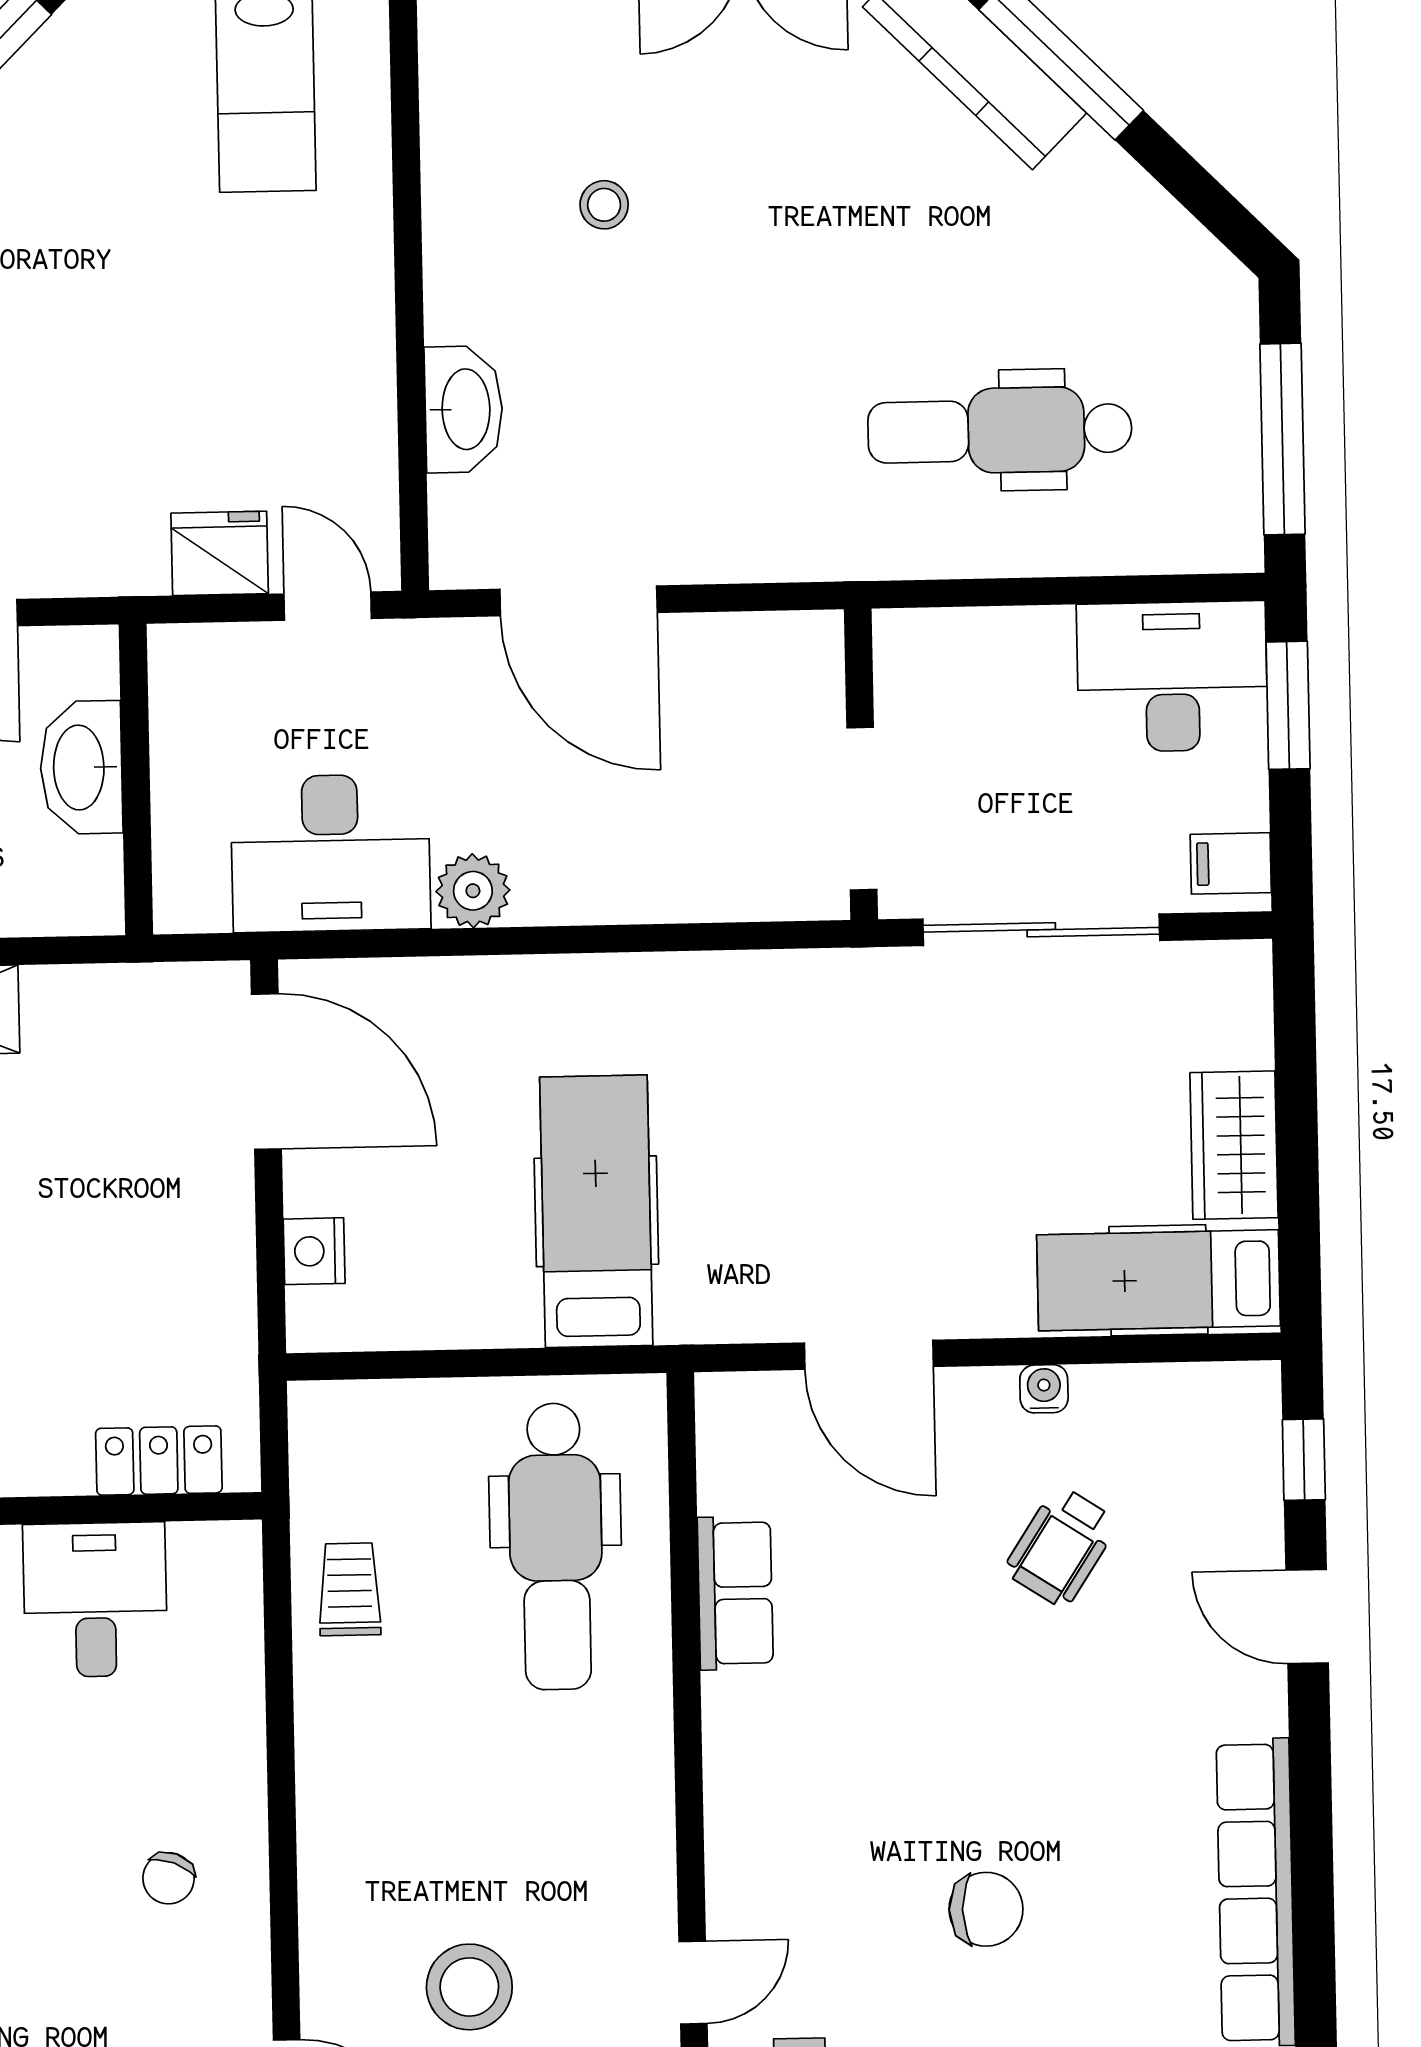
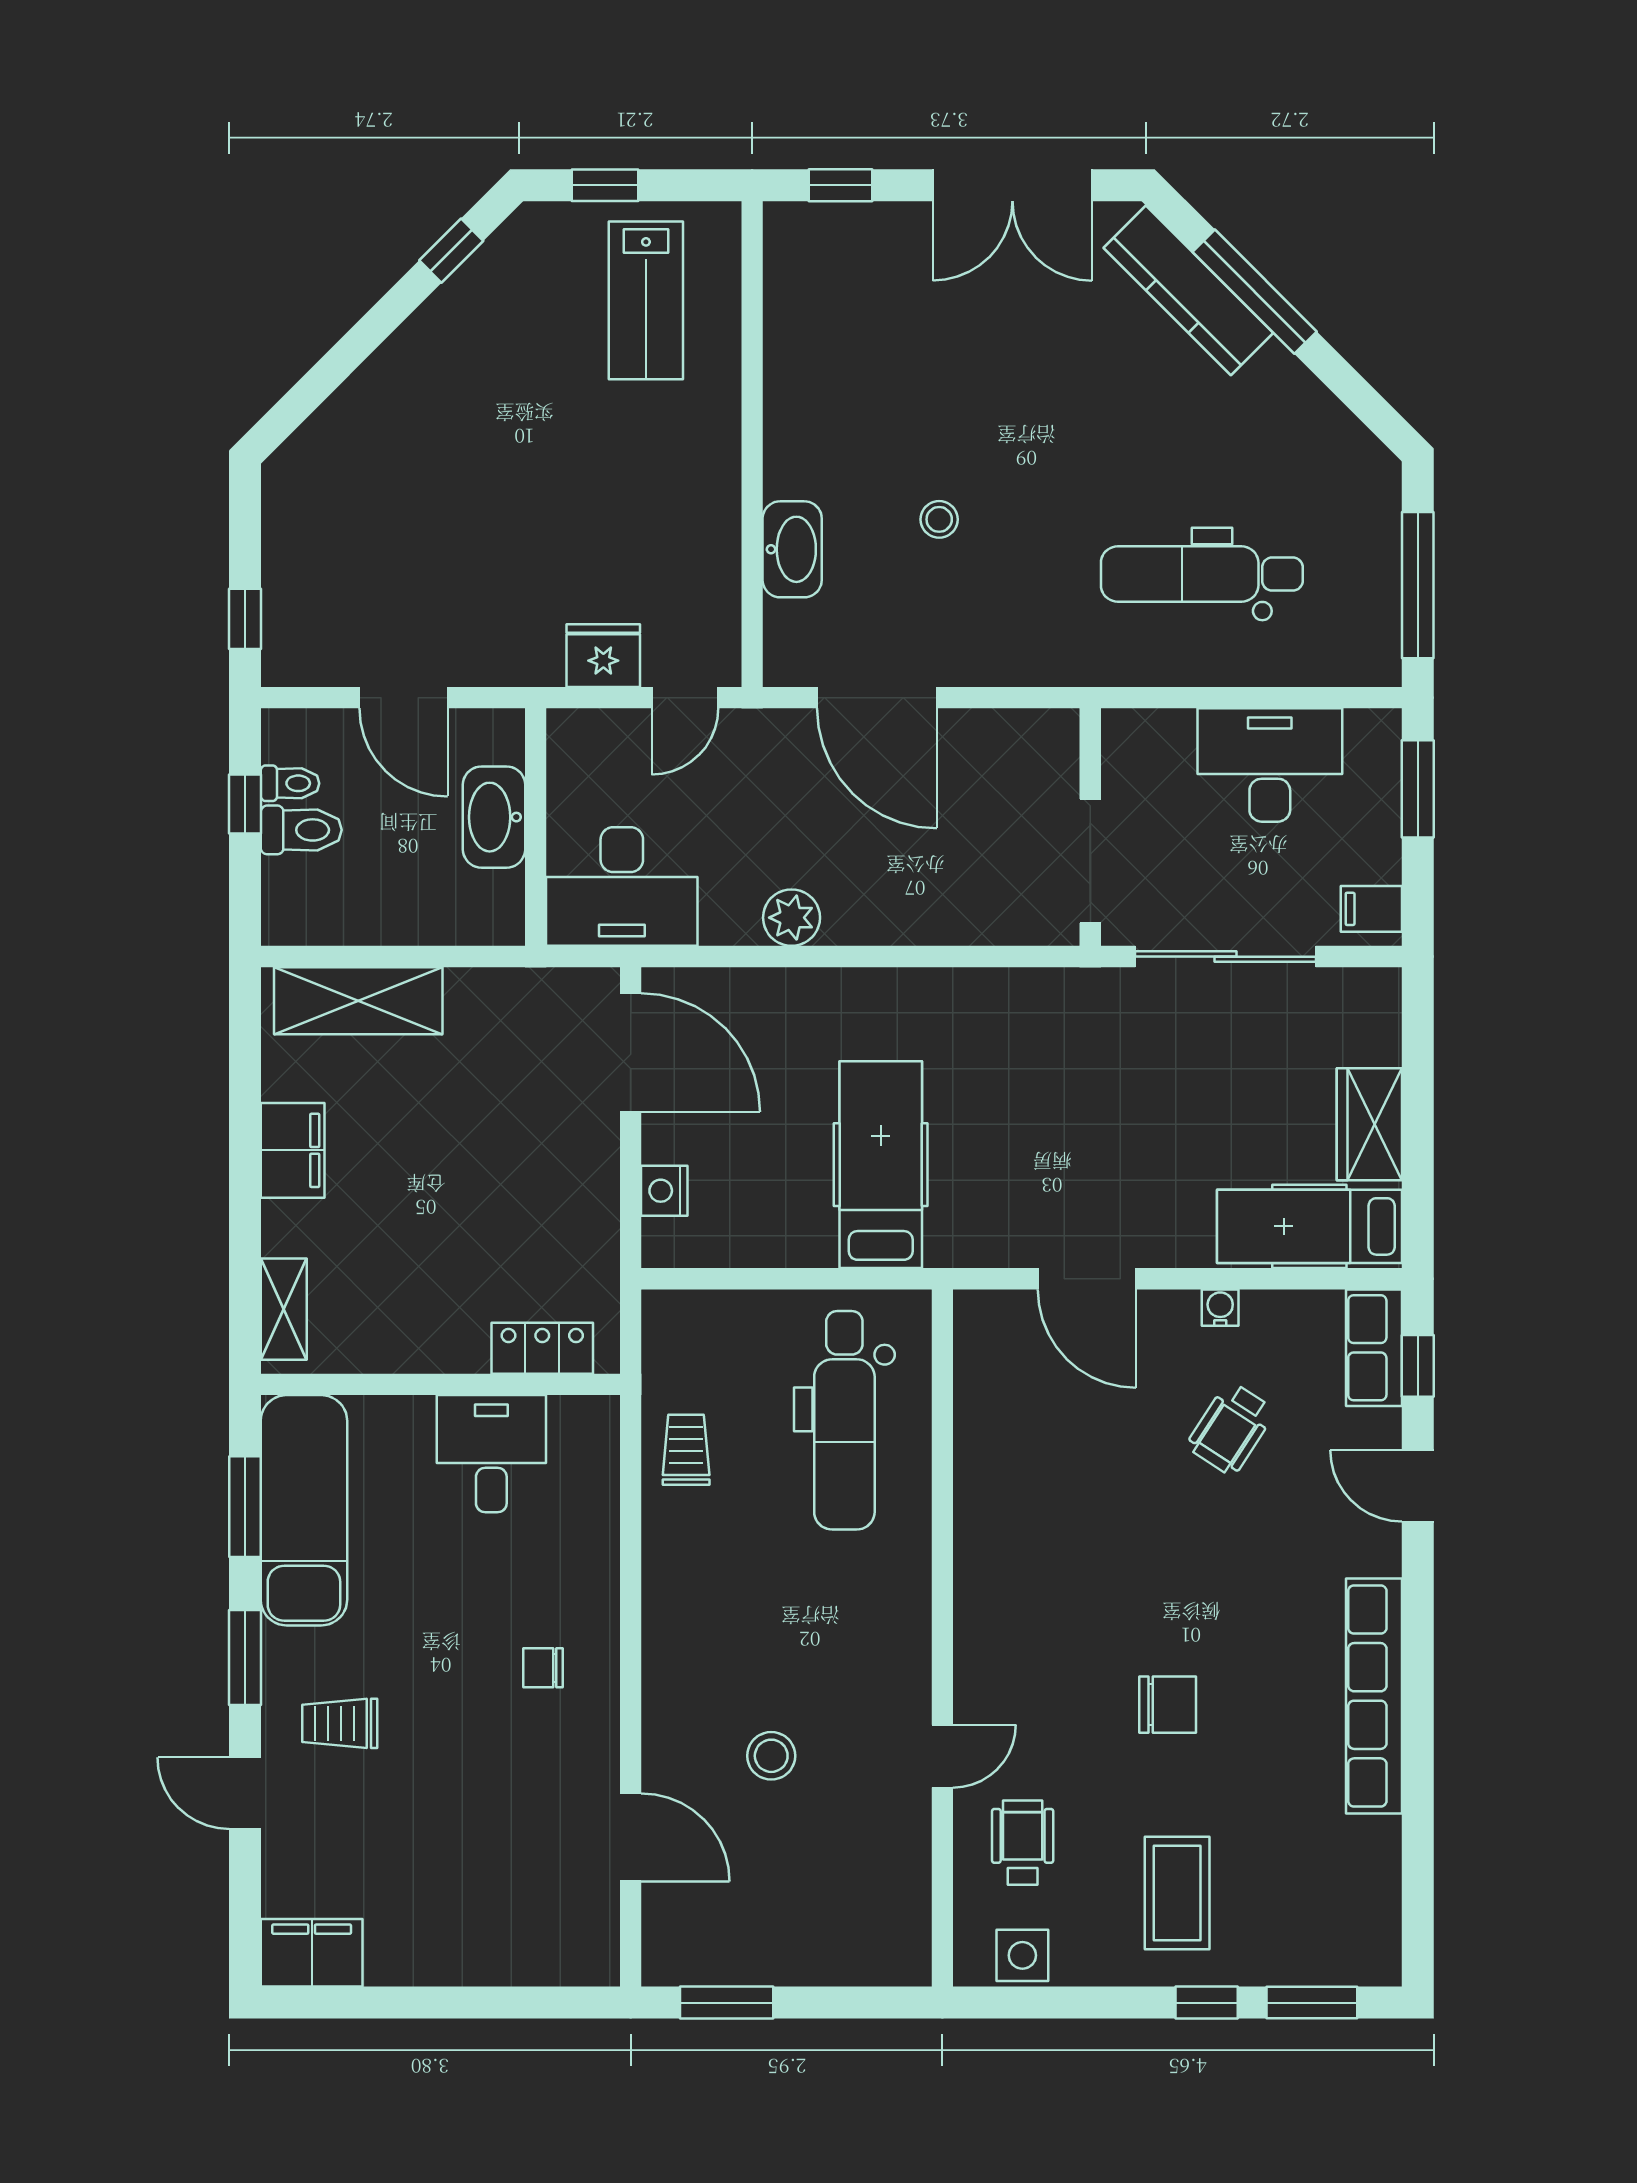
stool: (604, 205) -> (939, 519), moved
door: (328, 606) -> (685, 698), swing flipped
desk: (1172, 677) -> (1270, 765), moved
desk: (331, 853) -> (622, 886), moved
row of seats: (735, 1593) -> (1374, 1348), moved, turned 180
chair: (169, 1878) -> (543, 1668), turned 69
stool: (469, 1987) -> (771, 1756), width x0.73, depth x0.73

